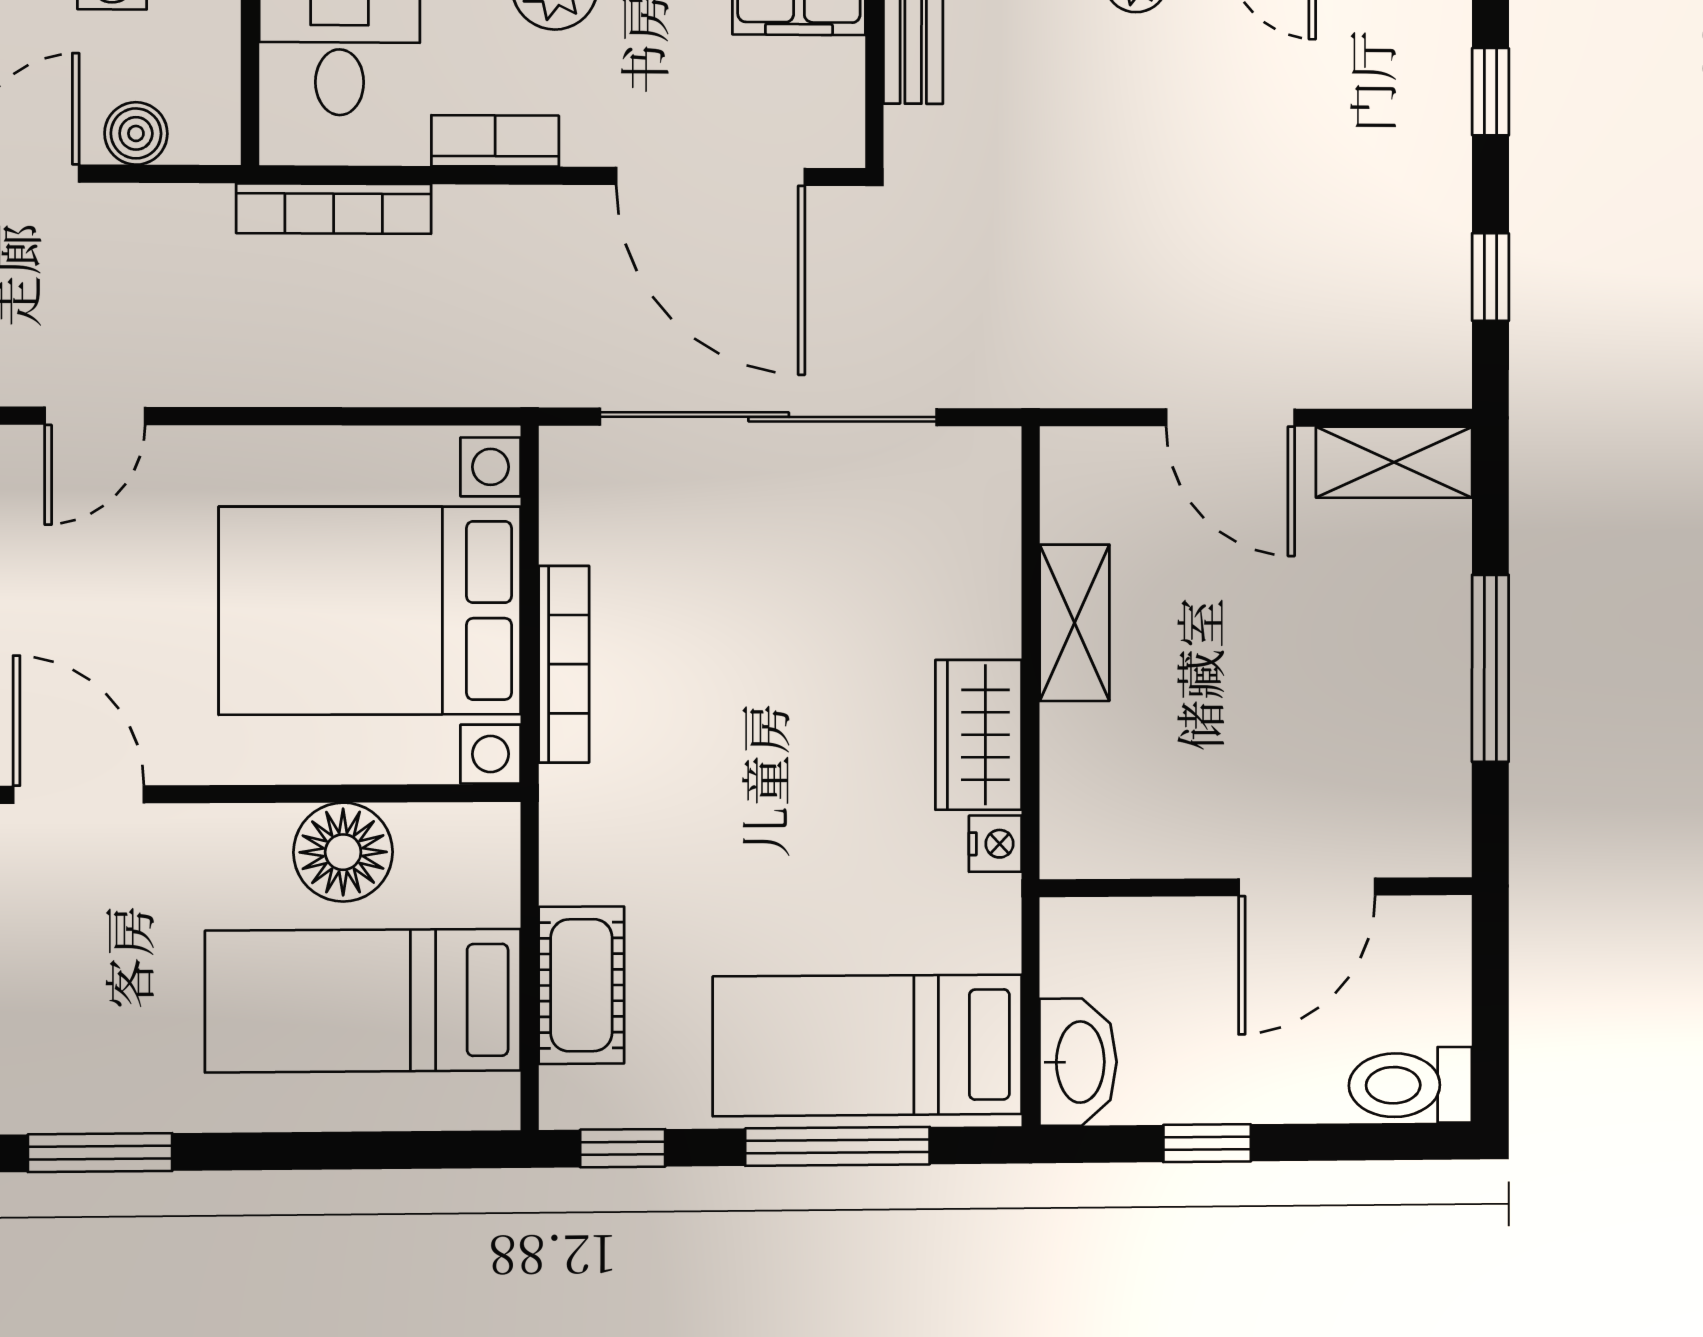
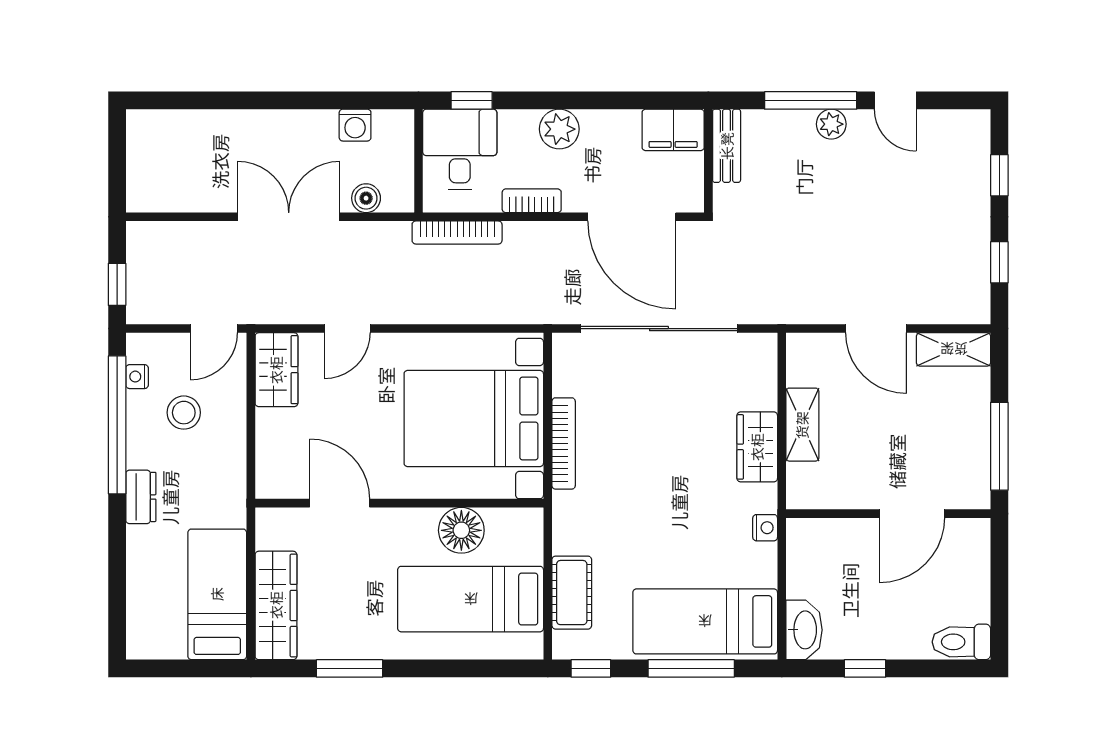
wardrobe: (979, 735) -> (757, 447), moved
wall: (1256, 887) -> (888, 514), moved
door: (1307, 887) -> (912, 514), moved

